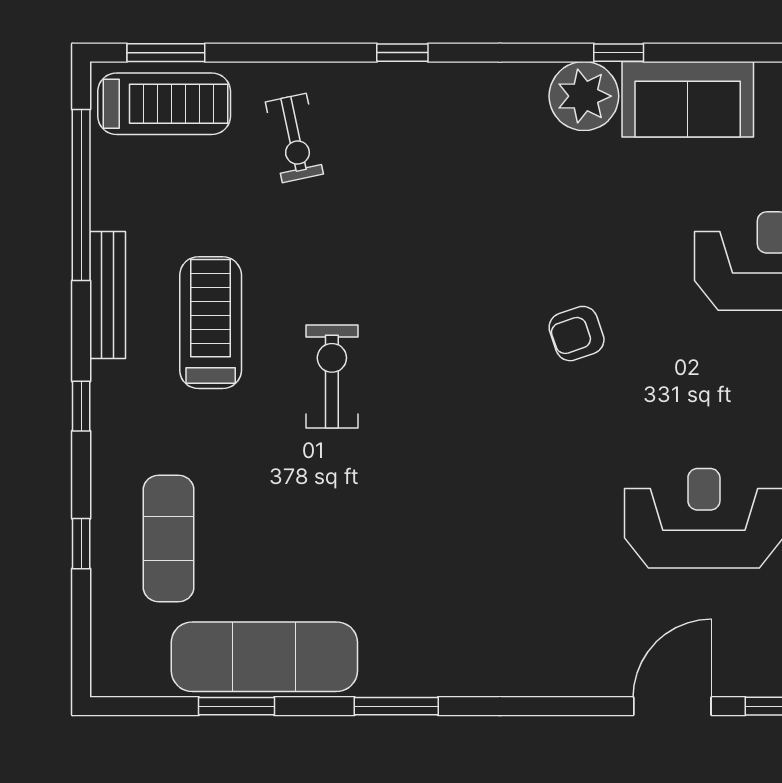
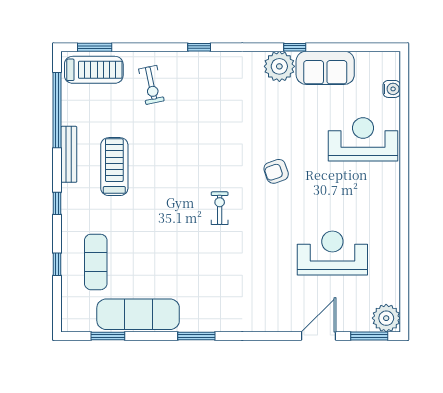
exercise bike: (332, 376) -> (220, 208), moved, width x0.73, depth x0.72
window: (236, 706) -> (108, 336), moved

